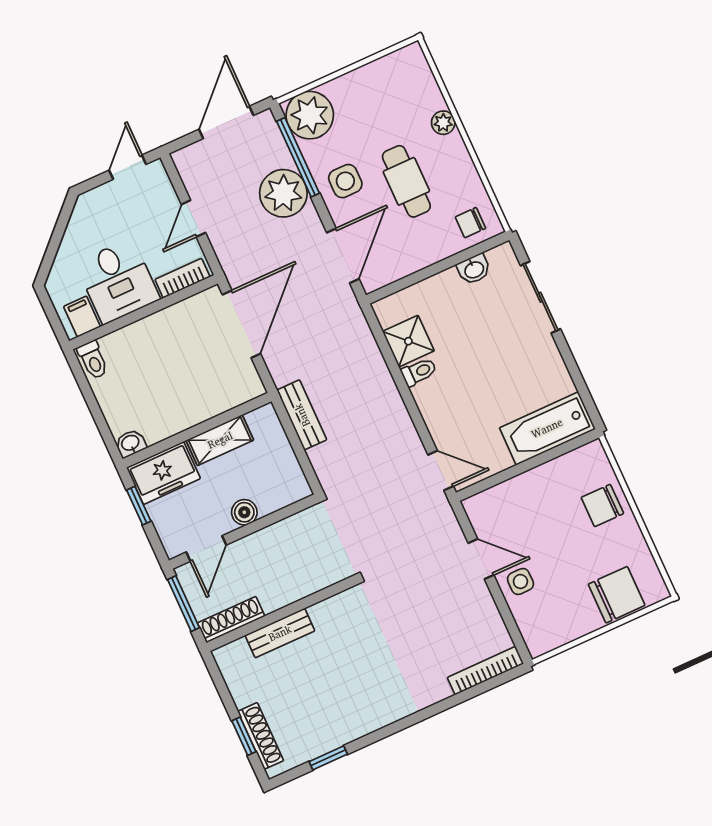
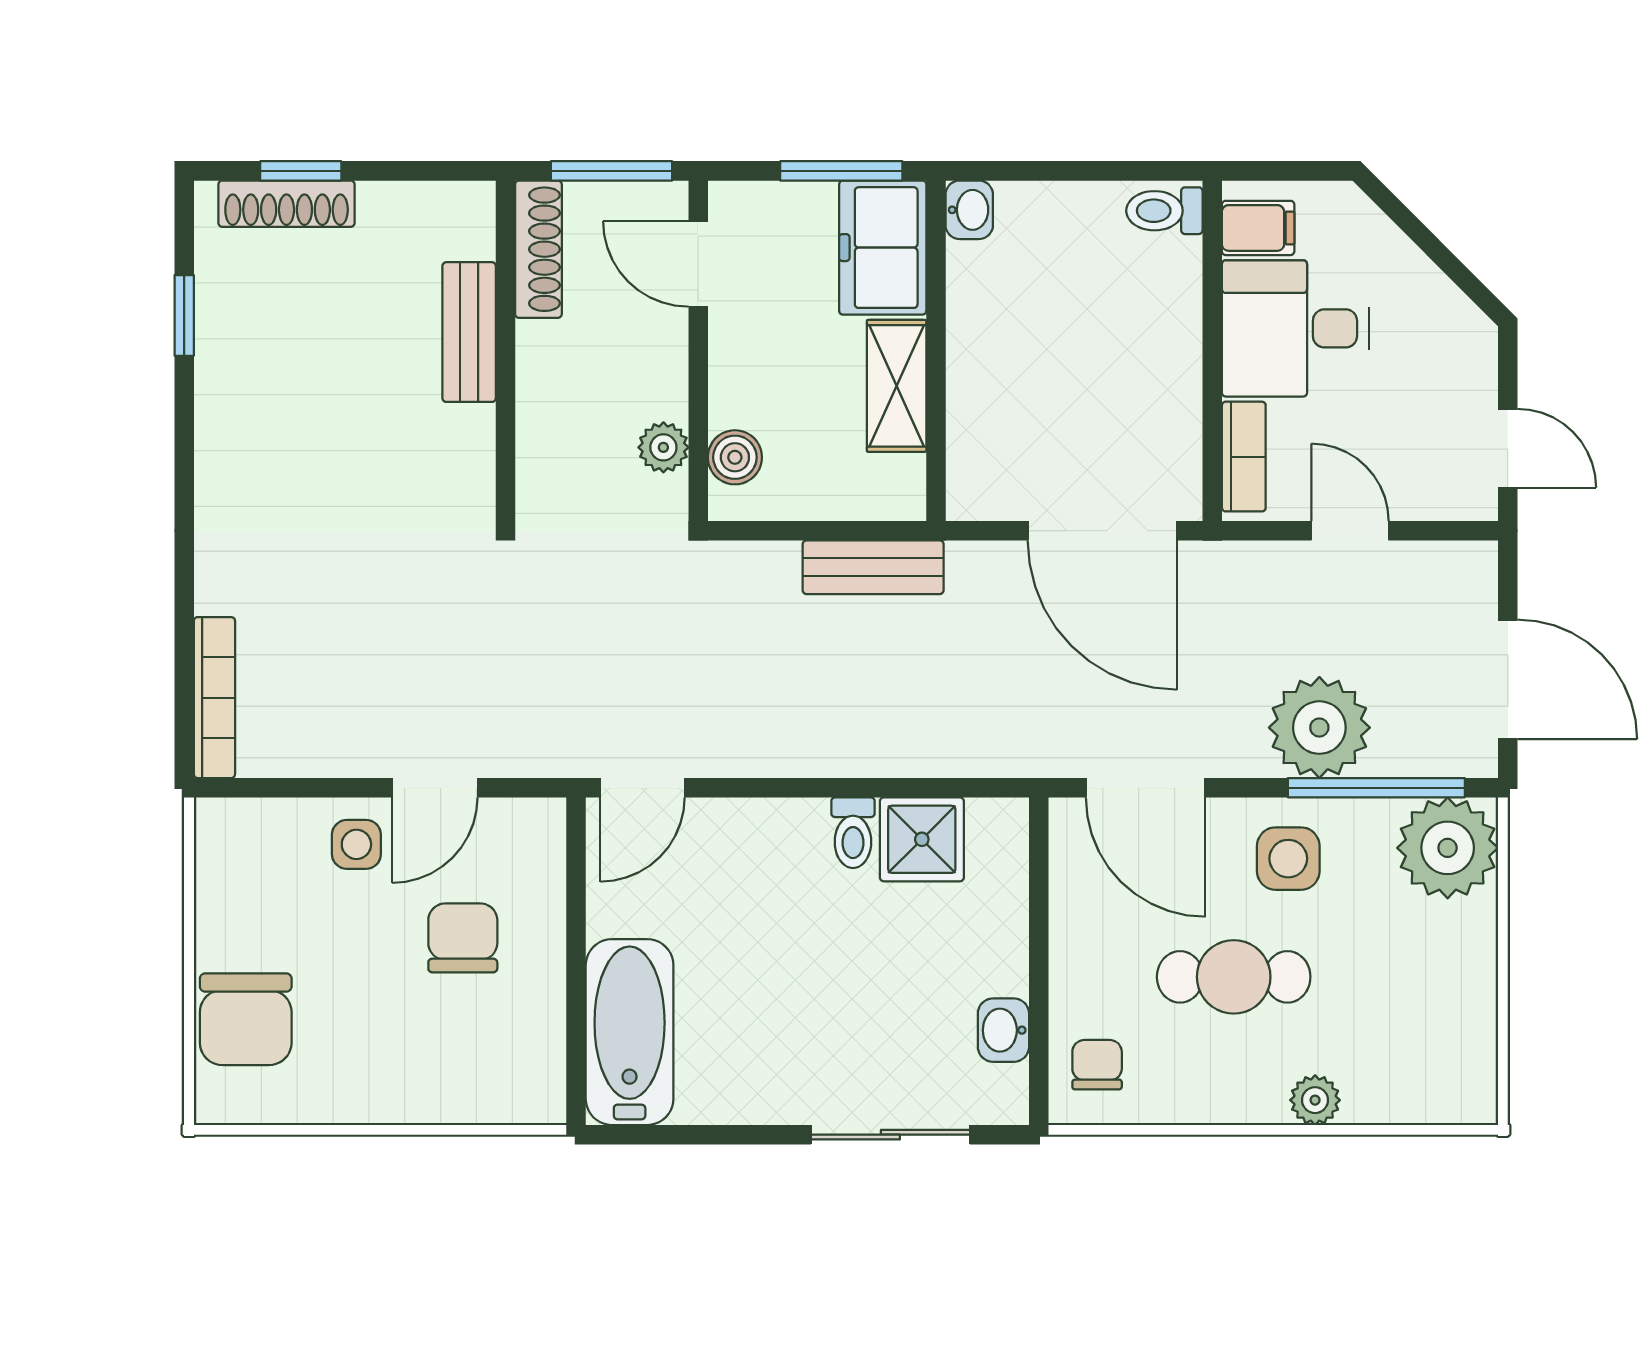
window: (139, 506) -> (841, 171), width x1.50
chair: (602, 506) -> (463, 938), moved
boiler: (244, 512) -> (735, 457), moved
plant: (291, 528) -> (663, 447), added

